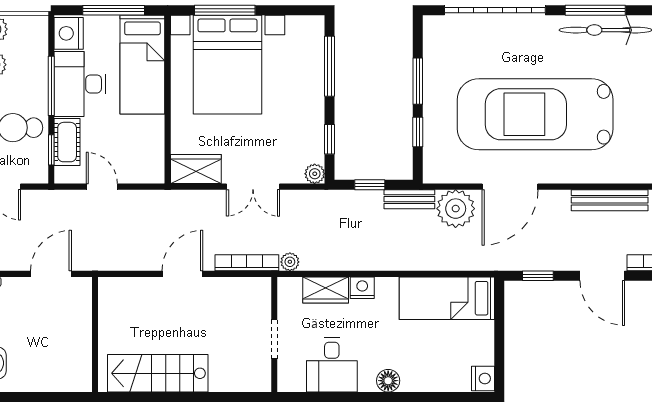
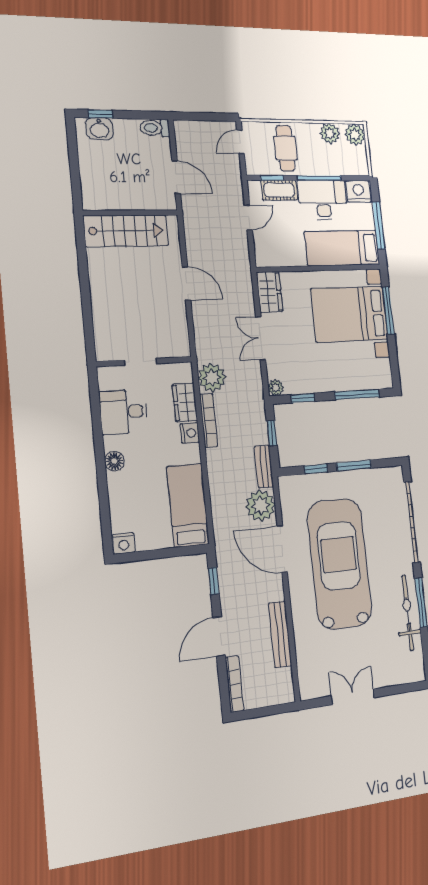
plant: (290, 262) -> (212, 378), width x1.87, depth x1.87
bookcase: (247, 263) -> (209, 420), moved
stairs: (158, 373) -> (126, 231), moved, turned 90

